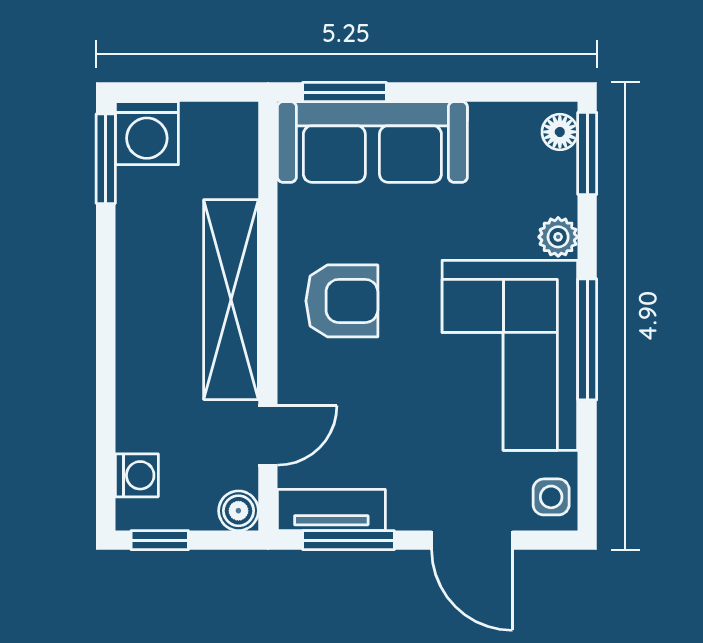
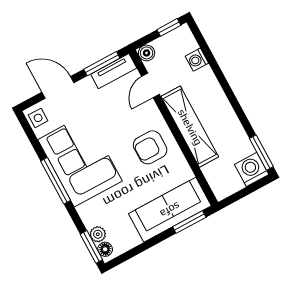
plant: (558, 237) -> (98, 234), moved
washing machine: (137, 475) -> (197, 60), moved

